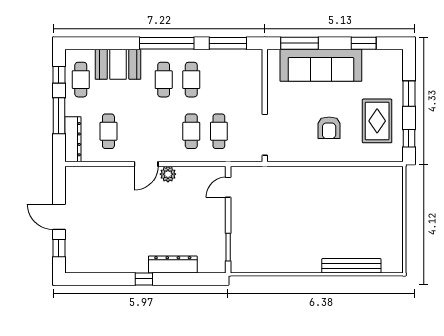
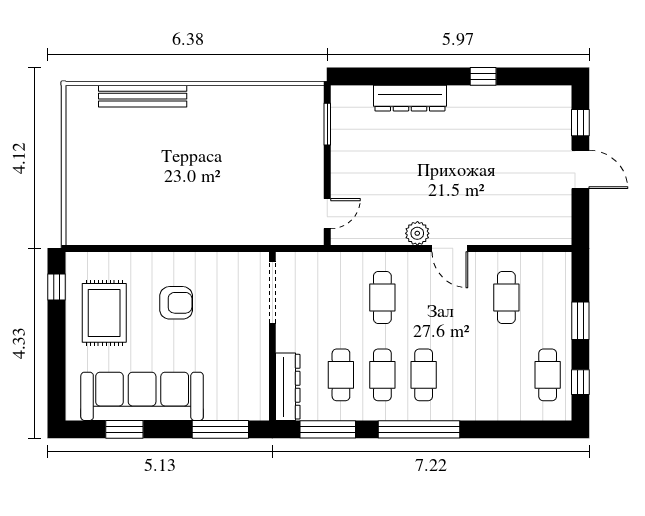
booth: (118, 64) -> (492, 398), removed
sofa: (321, 65) -> (142, 396), moved
window: (409, 94) -> (56, 354), removed
window: (59, 116) -> (580, 321), width x0.69
armchair: (329, 128) -> (176, 303), turned 90
cafe table: (219, 131) -> (341, 375), moved
dresser: (73, 139) -> (288, 387), moved, turned 180
door: (146, 164) -> (450, 248), swing flipped
window: (144, 279) -> (483, 76), moved

